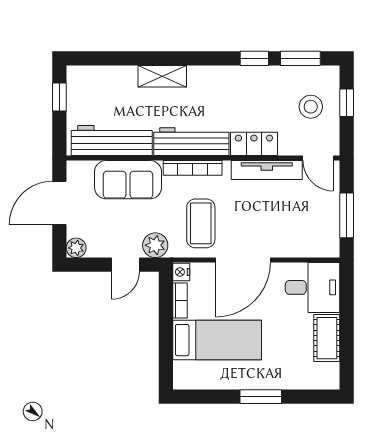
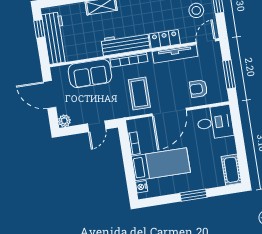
workbench: (112, 141) -> (55, 38), moved, turned 90
door: (318, 158) -> (206, 42), swing flipped
door: (59, 203) -> (50, 95), hinge flipped
armchair: (295, 230) -> (199, 89), added
plant: (155, 245) -> (113, 111), removed
nightstand: (181, 272) -> (142, 187), moved
cot: (327, 338) -> (231, 170), moved

